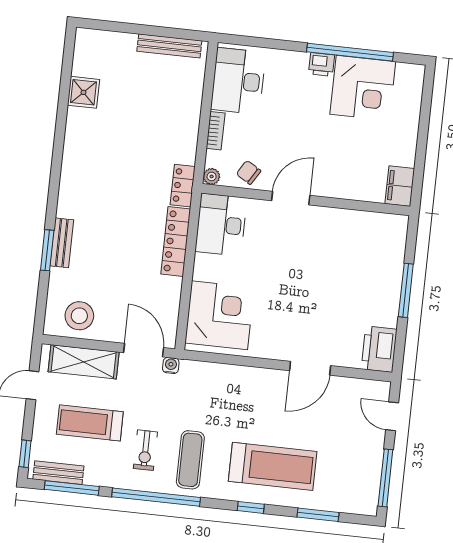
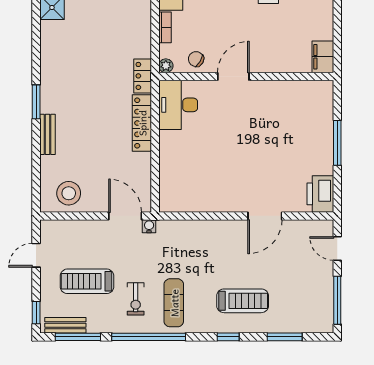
window: (47, 250) -> (36, 102), moved
corner desk: (220, 315) -> (185, 180), removed
shelving: (84, 362) -> (76, 231), removed
treadmill: (273, 466) -> (243, 301), width x0.73, depth x0.73

